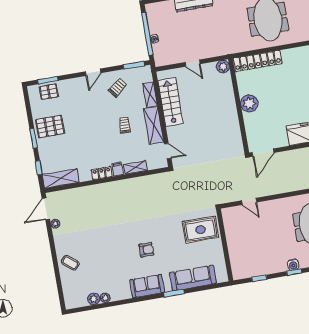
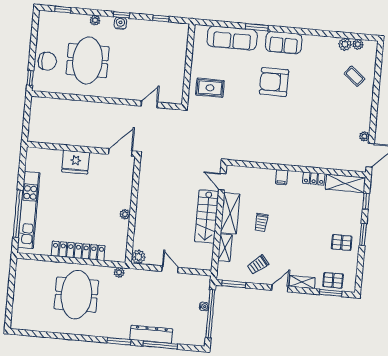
plant: (236, 48) -> (119, 272), added
locker: (258, 61) -> (78, 251), moved
stairs: (170, 102) -> (207, 217), moved
plant: (249, 103) -> (125, 214), width x0.53, depth x0.53
pallet: (50, 126) -> (342, 242), width x0.67, depth x0.71
shelving: (135, 167) -> (302, 282), moved
locker: (102, 173) -> (314, 179), moved
door: (249, 201) -> (149, 104), hinge flipped
rug: (200, 230) -> (210, 88), width x0.73, depth x0.70
armchair: (146, 250) -> (274, 82), width x1.88, depth x1.88
coffee table: (70, 263) -> (354, 76), moved
plant: (105, 298) -> (358, 44), moved

